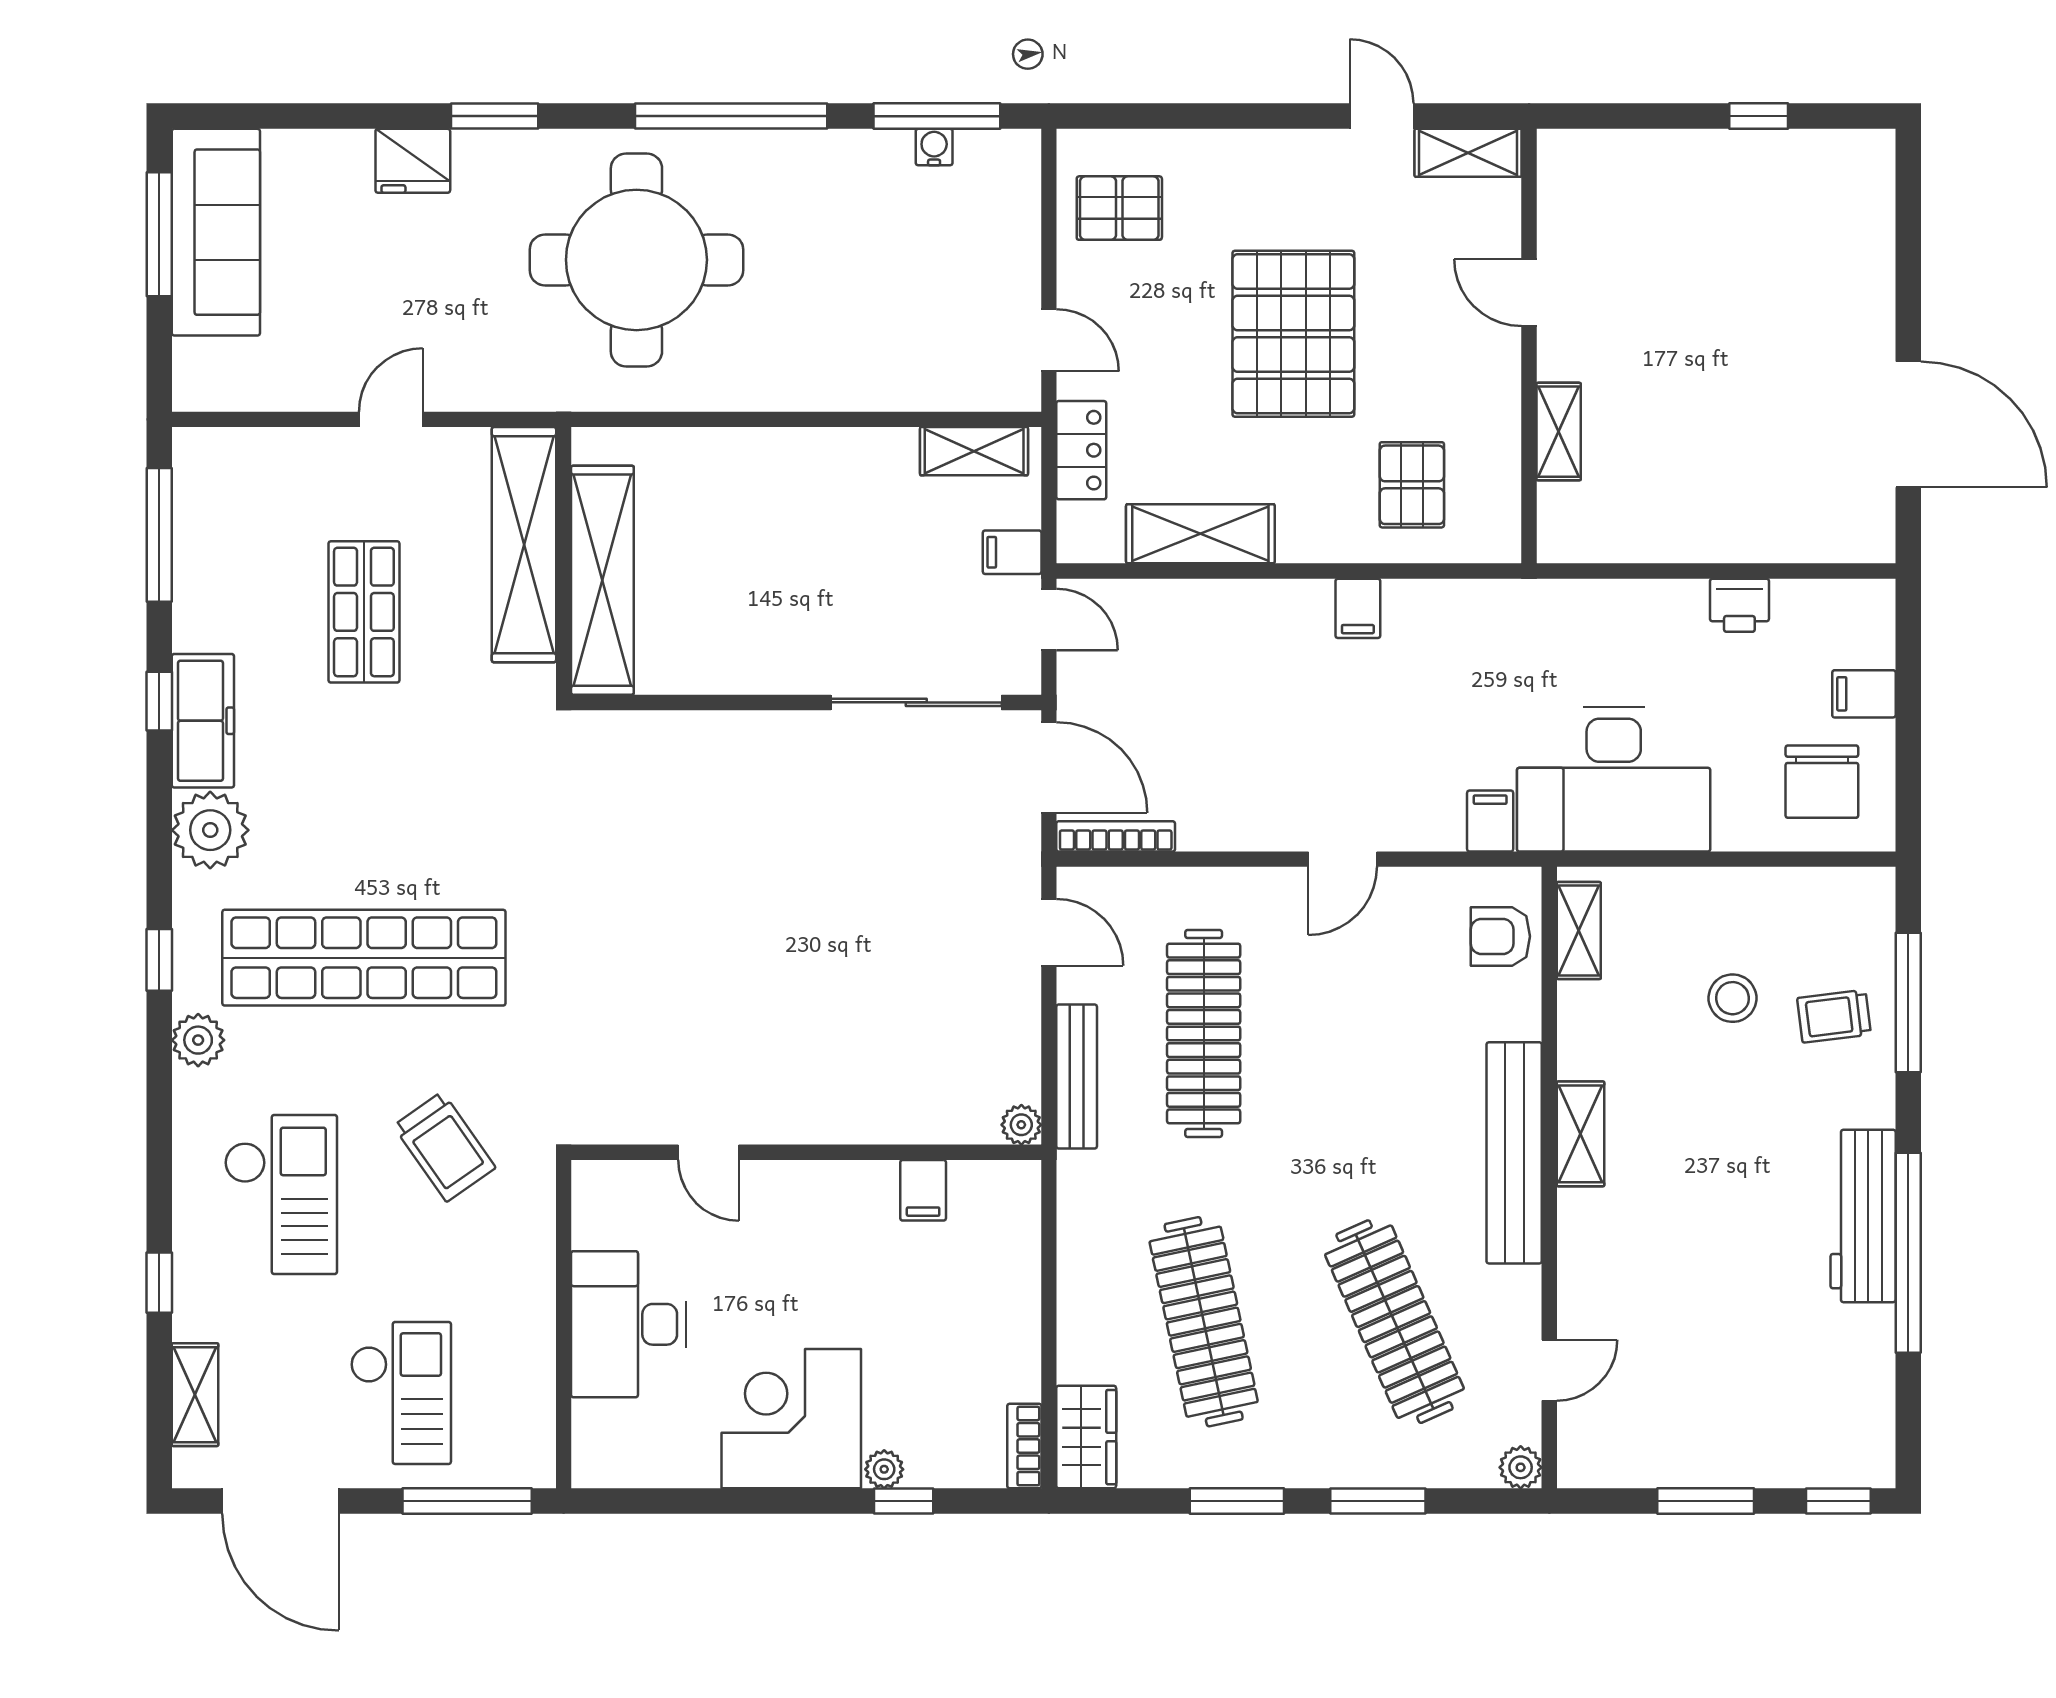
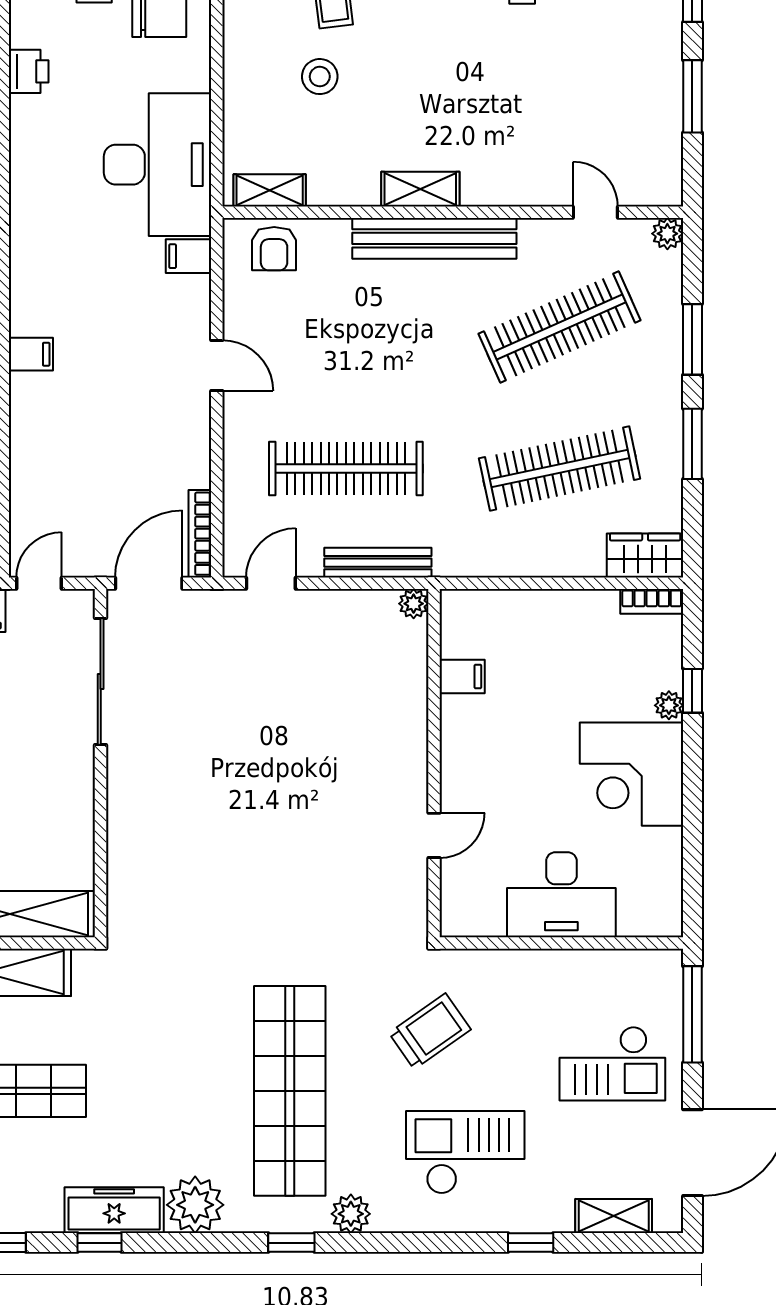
checkout: (401, 1393) -> (612, 1064), turned 180

